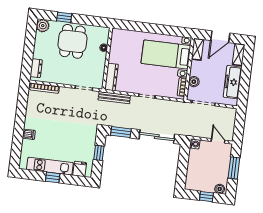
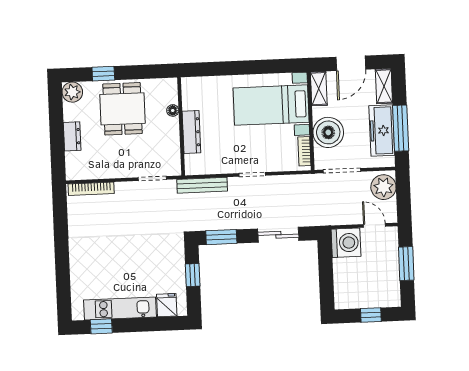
dresser: (36, 68) -> (72, 136), moved
dresser: (111, 77) -> (191, 132), moved
boiler: (194, 82) -> (328, 132), width x1.86, depth x1.86
window: (245, 83) -> (401, 128), added
plant: (228, 118) -> (383, 187), added
dishwasher: (29, 134) -> (79, 264), removed
sliding door: (157, 137) -> (278, 235), width x0.73
washing machine: (195, 144) -> (346, 243), width x1.89, depth x1.89
window: (53, 177) -> (101, 326), moved
boiler: (220, 189) -> (389, 300), removed

